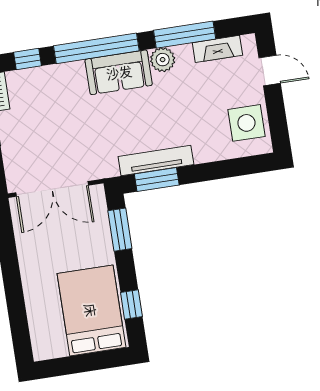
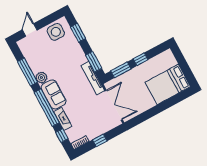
fireplace: (217, 49) -> (63, 119), moved
tv unit: (156, 160) -> (93, 78), moved
window: (228, 168) -> (78, 33), added
window: (131, 305) -> (141, 59), moved
bed: (91, 310) -> (168, 84), moved

